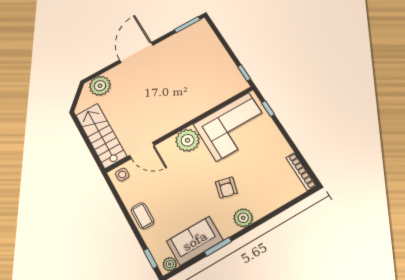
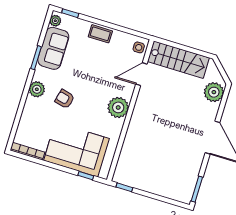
corner sofa: (233, 127) -> (76, 150), moved, turned 90

